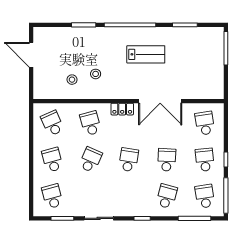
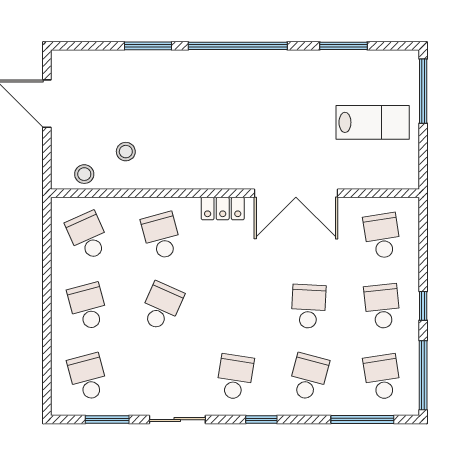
lab bench: (146, 54) -> (373, 122), moved
stool: (96, 74) -> (84, 174), moved
school desk: (129, 160) -> (235, 377), moved

